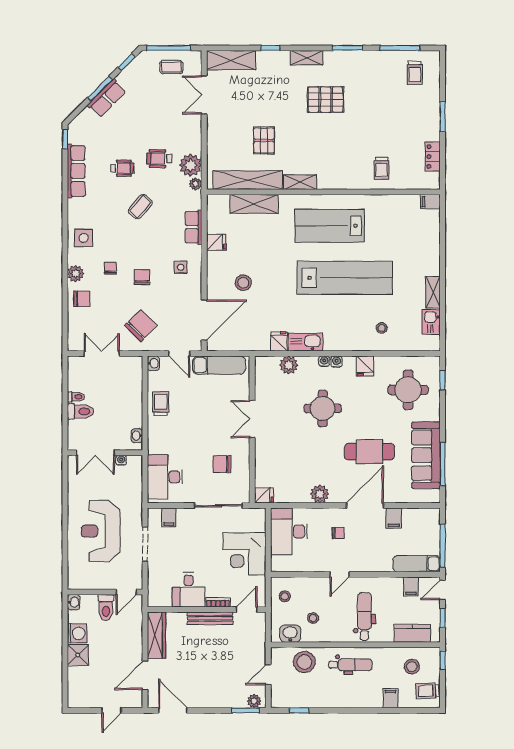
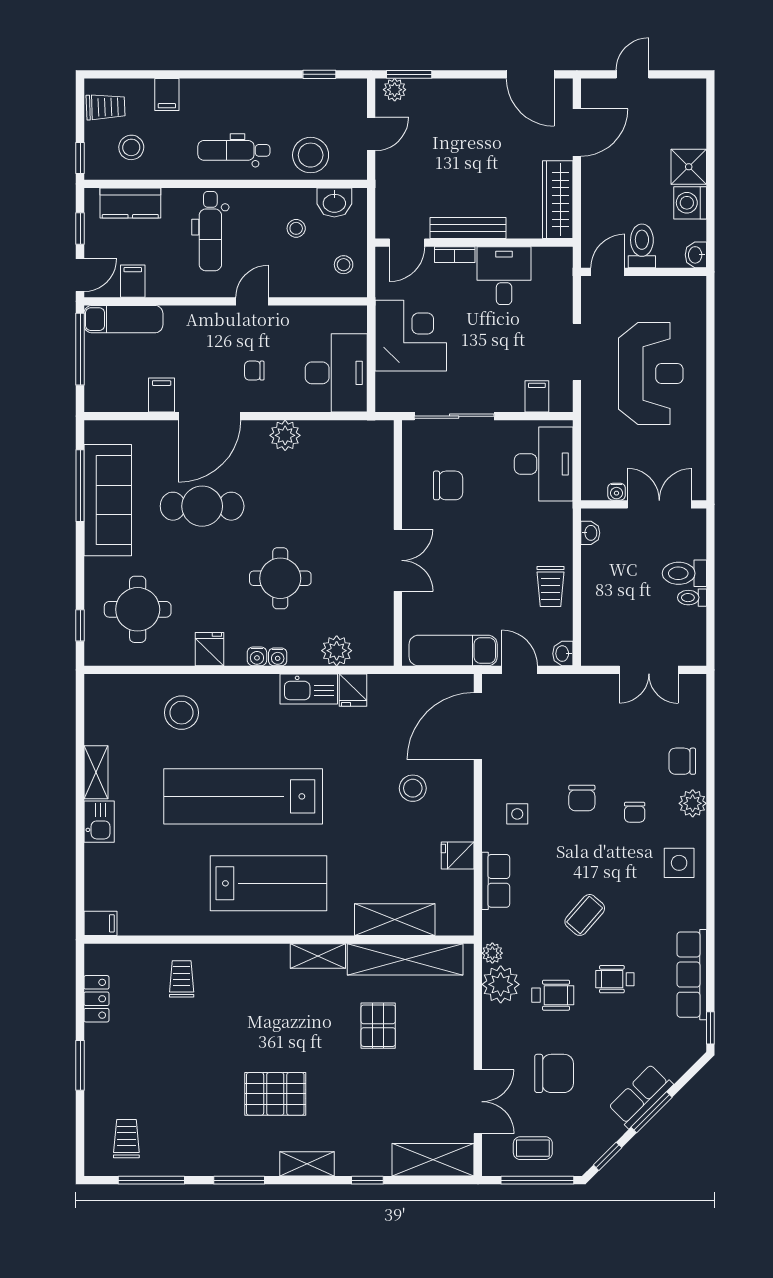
kitchen sink: (431, 322) -> (99, 822), moved
chair: (141, 325) -> (554, 1073), moved, turned -135
stool: (382, 328) -> (182, 713), width x1.89, depth x1.89
fridge: (264, 495) -> (378, 433), removed

